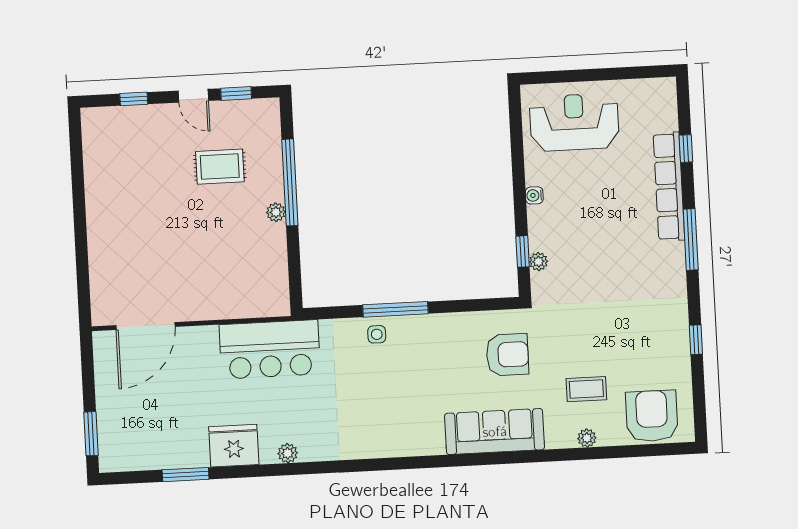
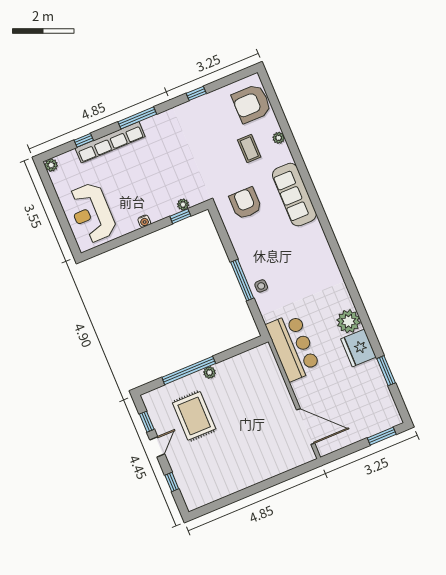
plant: (666, 87) -> (51, 165), added
rug: (220, 167) -> (194, 416), width x1.36, depth x1.43
plant: (288, 453) -> (349, 321), width x1.87, depth x1.87

